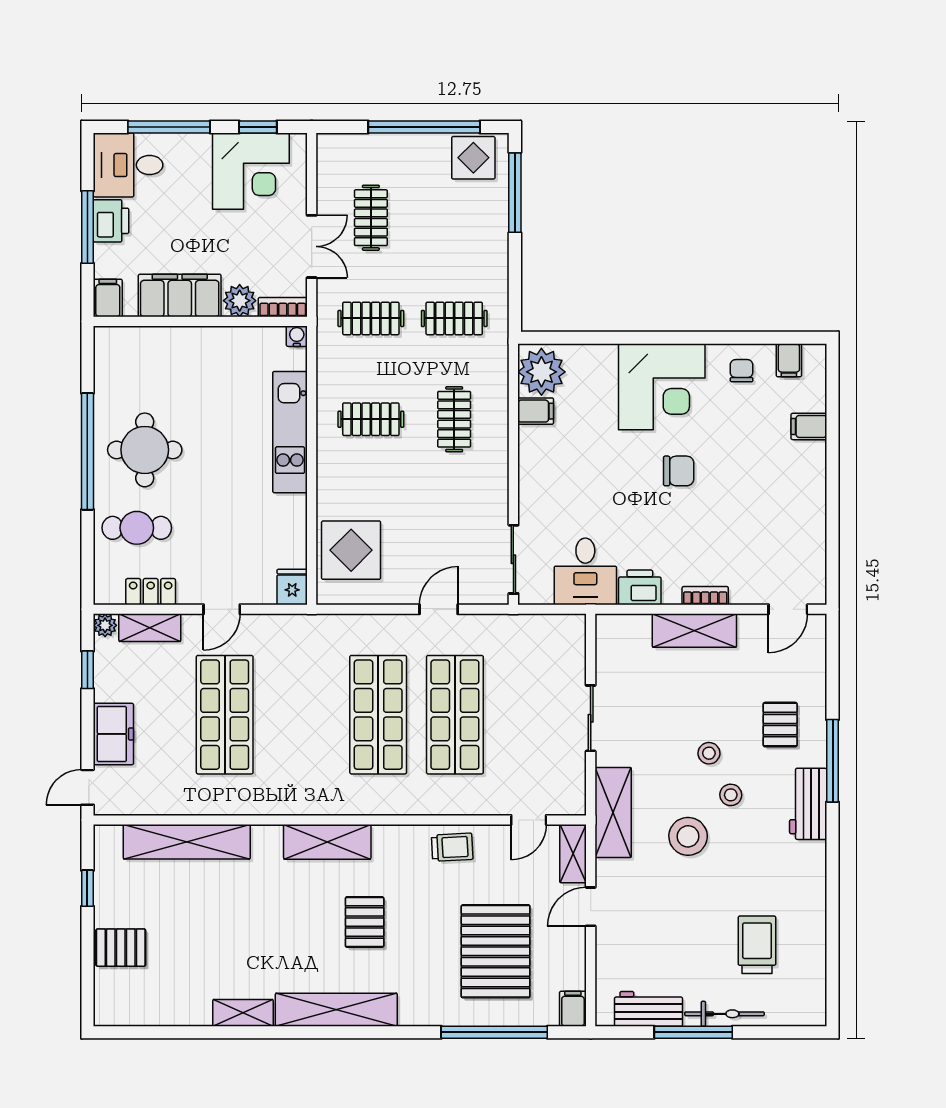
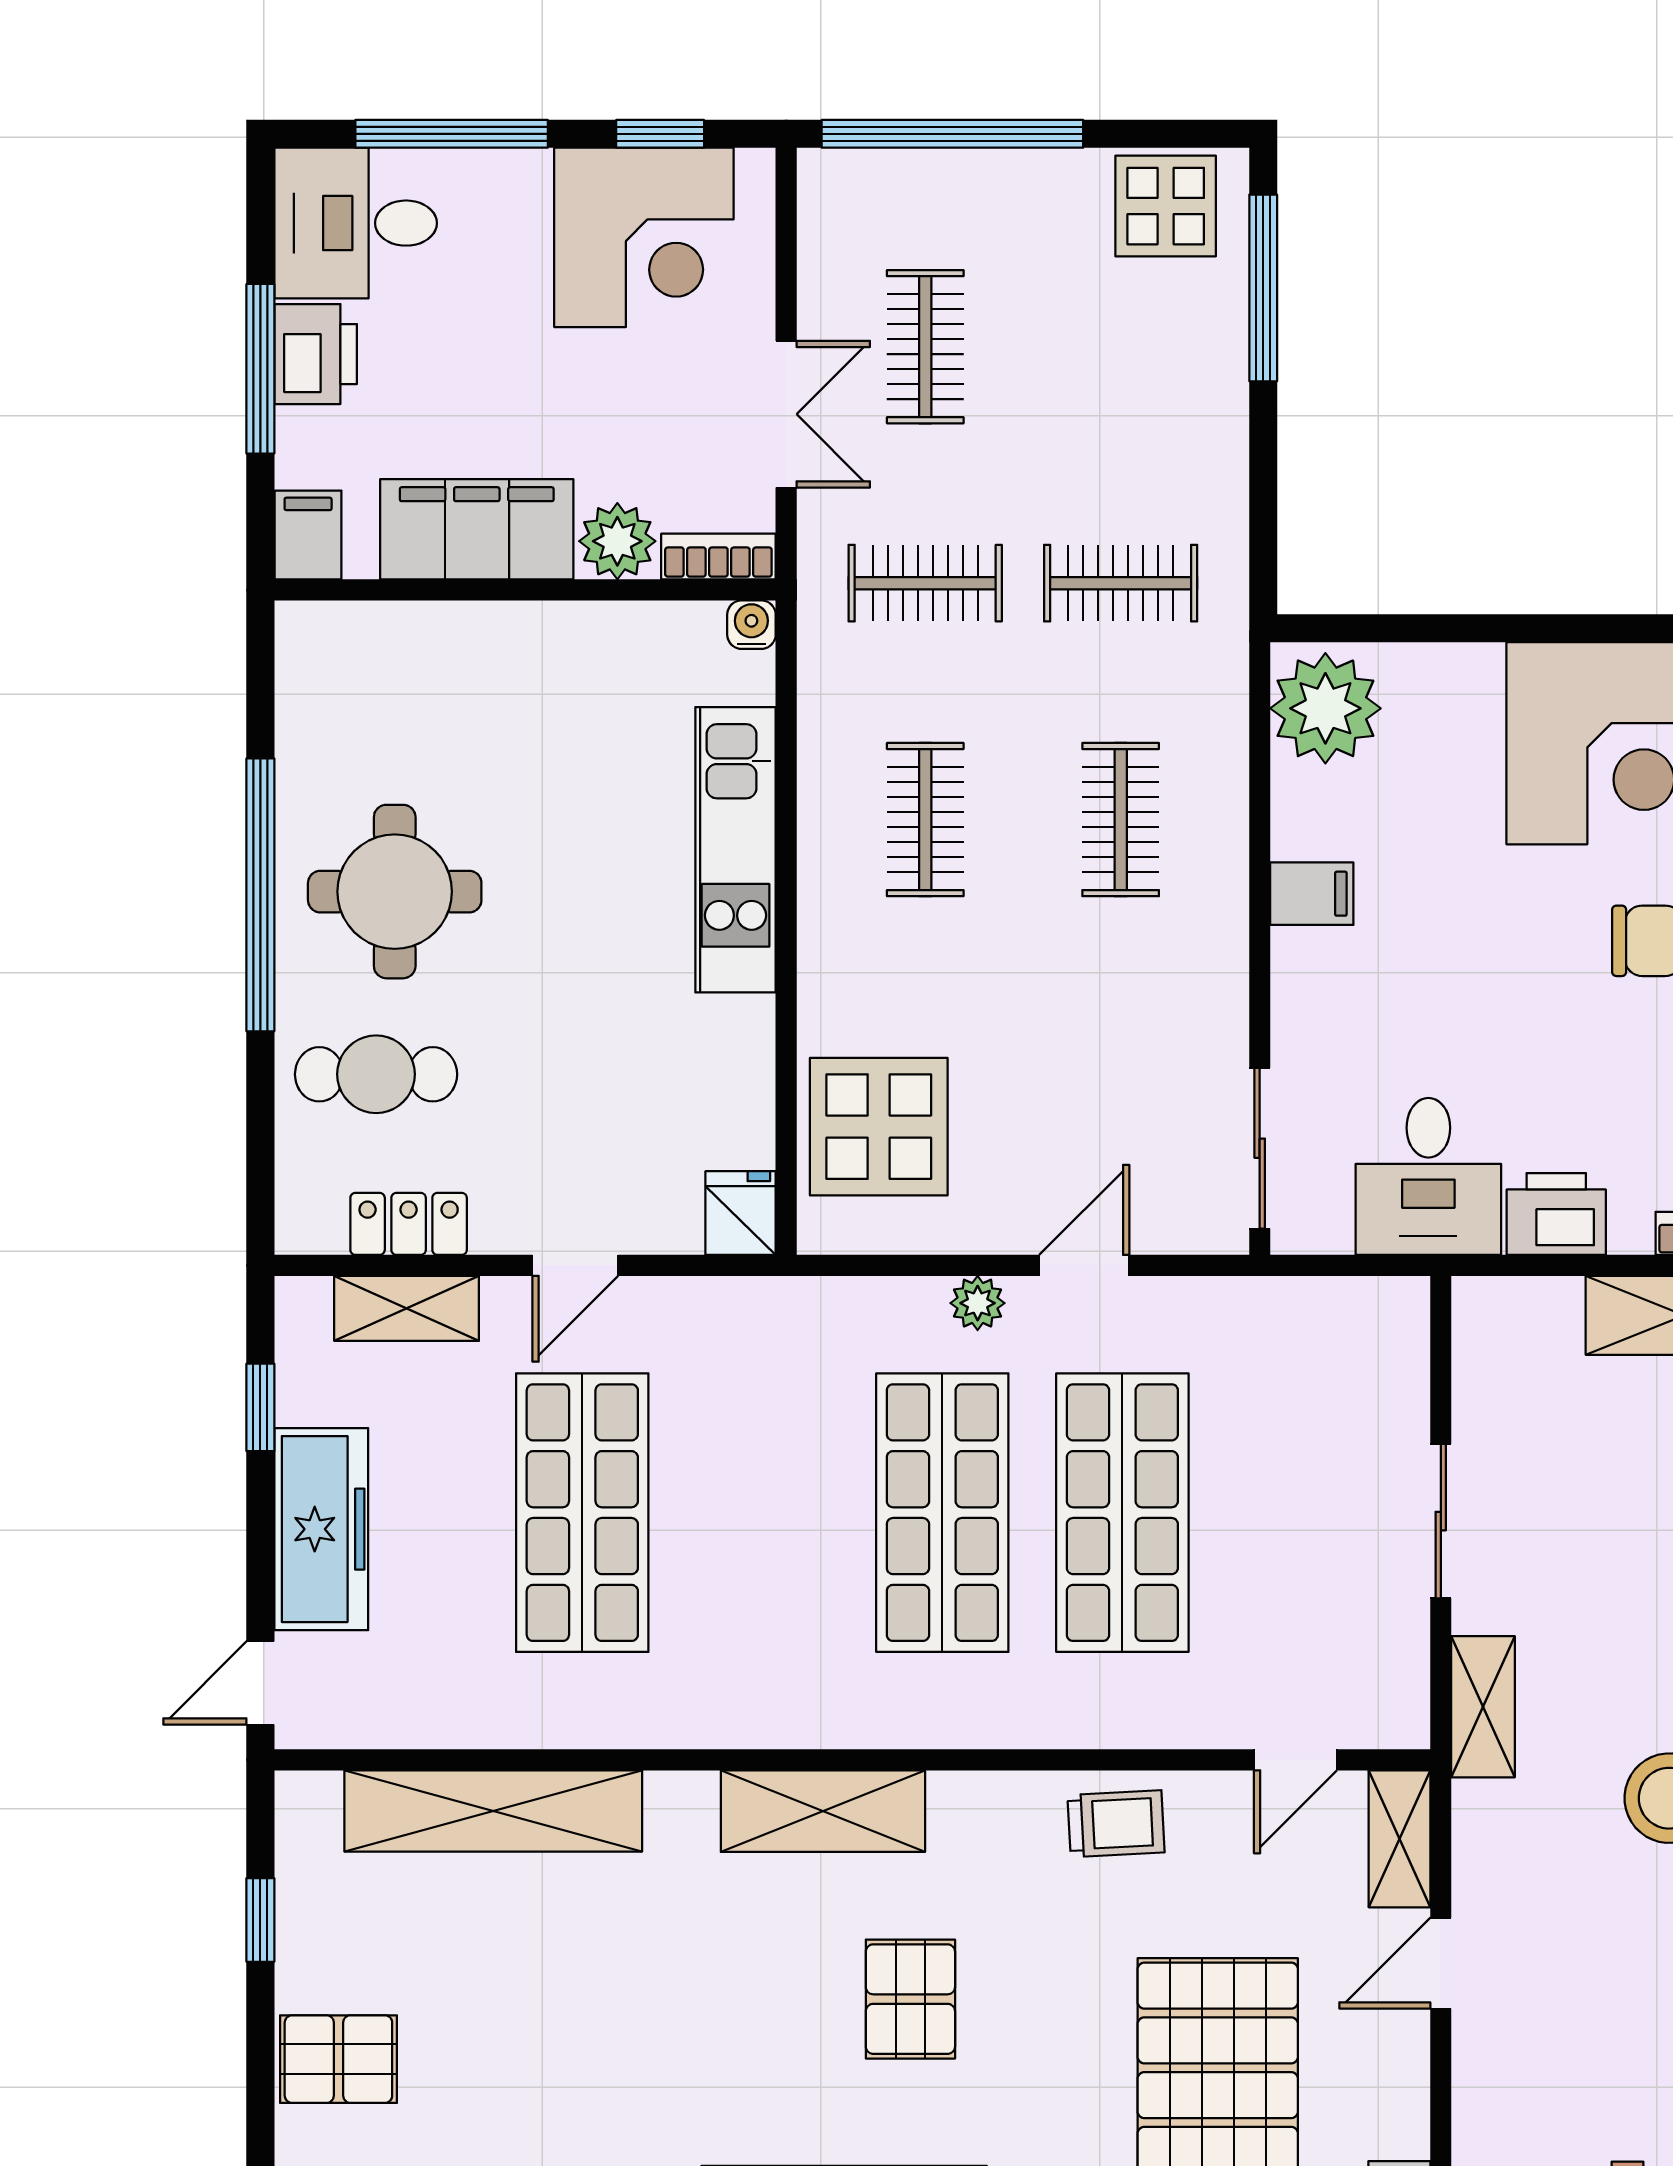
window: (424, 127) -> (952, 134), moved
filing cabinet: (536, 411) -> (1312, 894), moved
clothes rail: (371, 419) -> (925, 820), turned 90
plant: (105, 625) -> (978, 1303), moved
freezer: (113, 734) -> (321, 1529), width x1.40
shelving: (613, 812) -> (1483, 1707), width x0.67, depth x0.75

